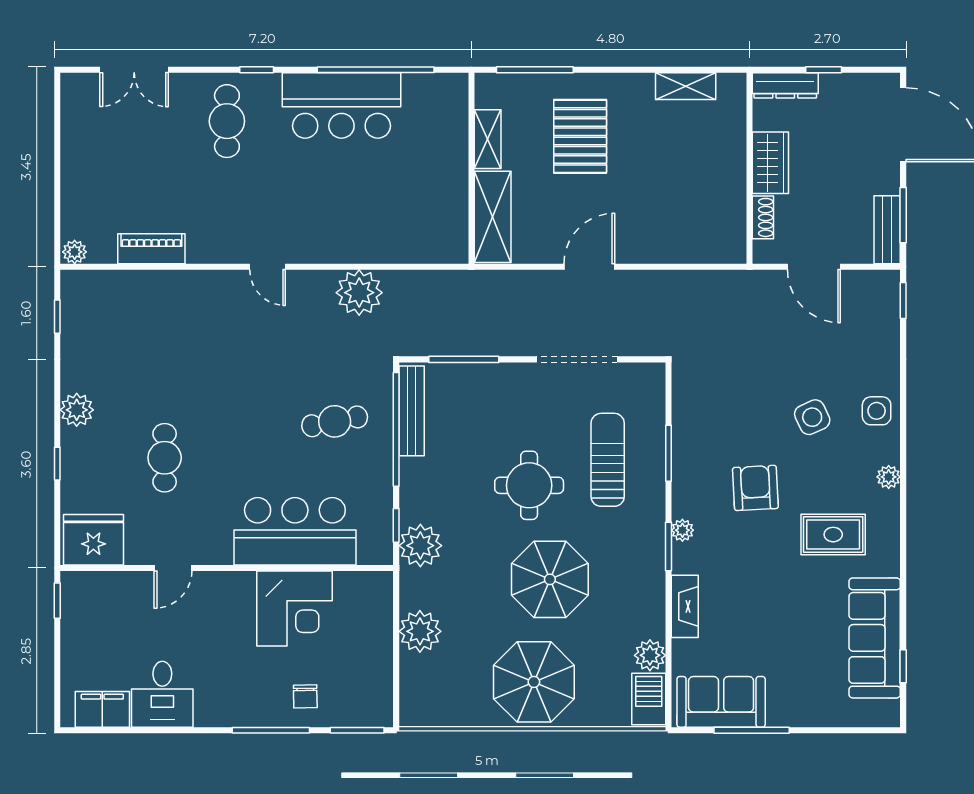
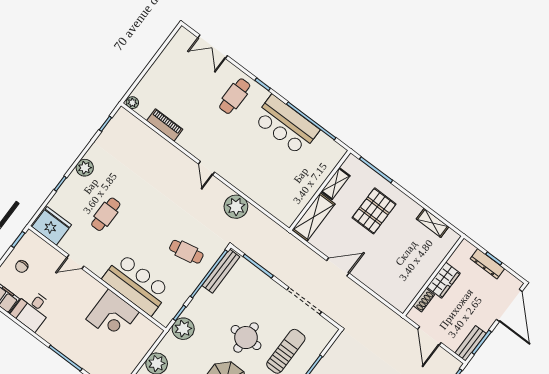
dresser: (785, 85) -> (487, 264), moved
chair: (305, 696) -> (22, 266), moved

